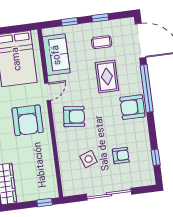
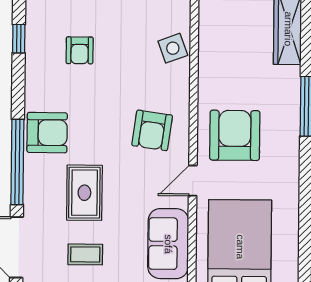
armchair: (74, 117) -> (152, 130), turned -88
armchair: (121, 156) -> (80, 50), turned -90
side table: (89, 159) -> (173, 48), moved

